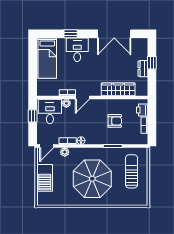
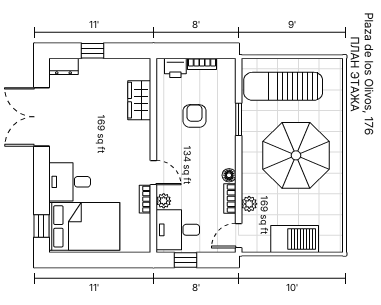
window: (71, 34) -> (41, 226), moved
double door: (114, 34) -> (41, 117), swing flipped
bed: (47, 58) -> (84, 226), width x1.50
dresser: (143, 69) -> (63, 66), moved
wardrobe: (118, 89) -> (139, 100), width x0.67
door: (47, 146) -> (239, 236), swing flipped
sun lounger: (132, 171) -> (283, 86), width x1.36, depth x1.34

